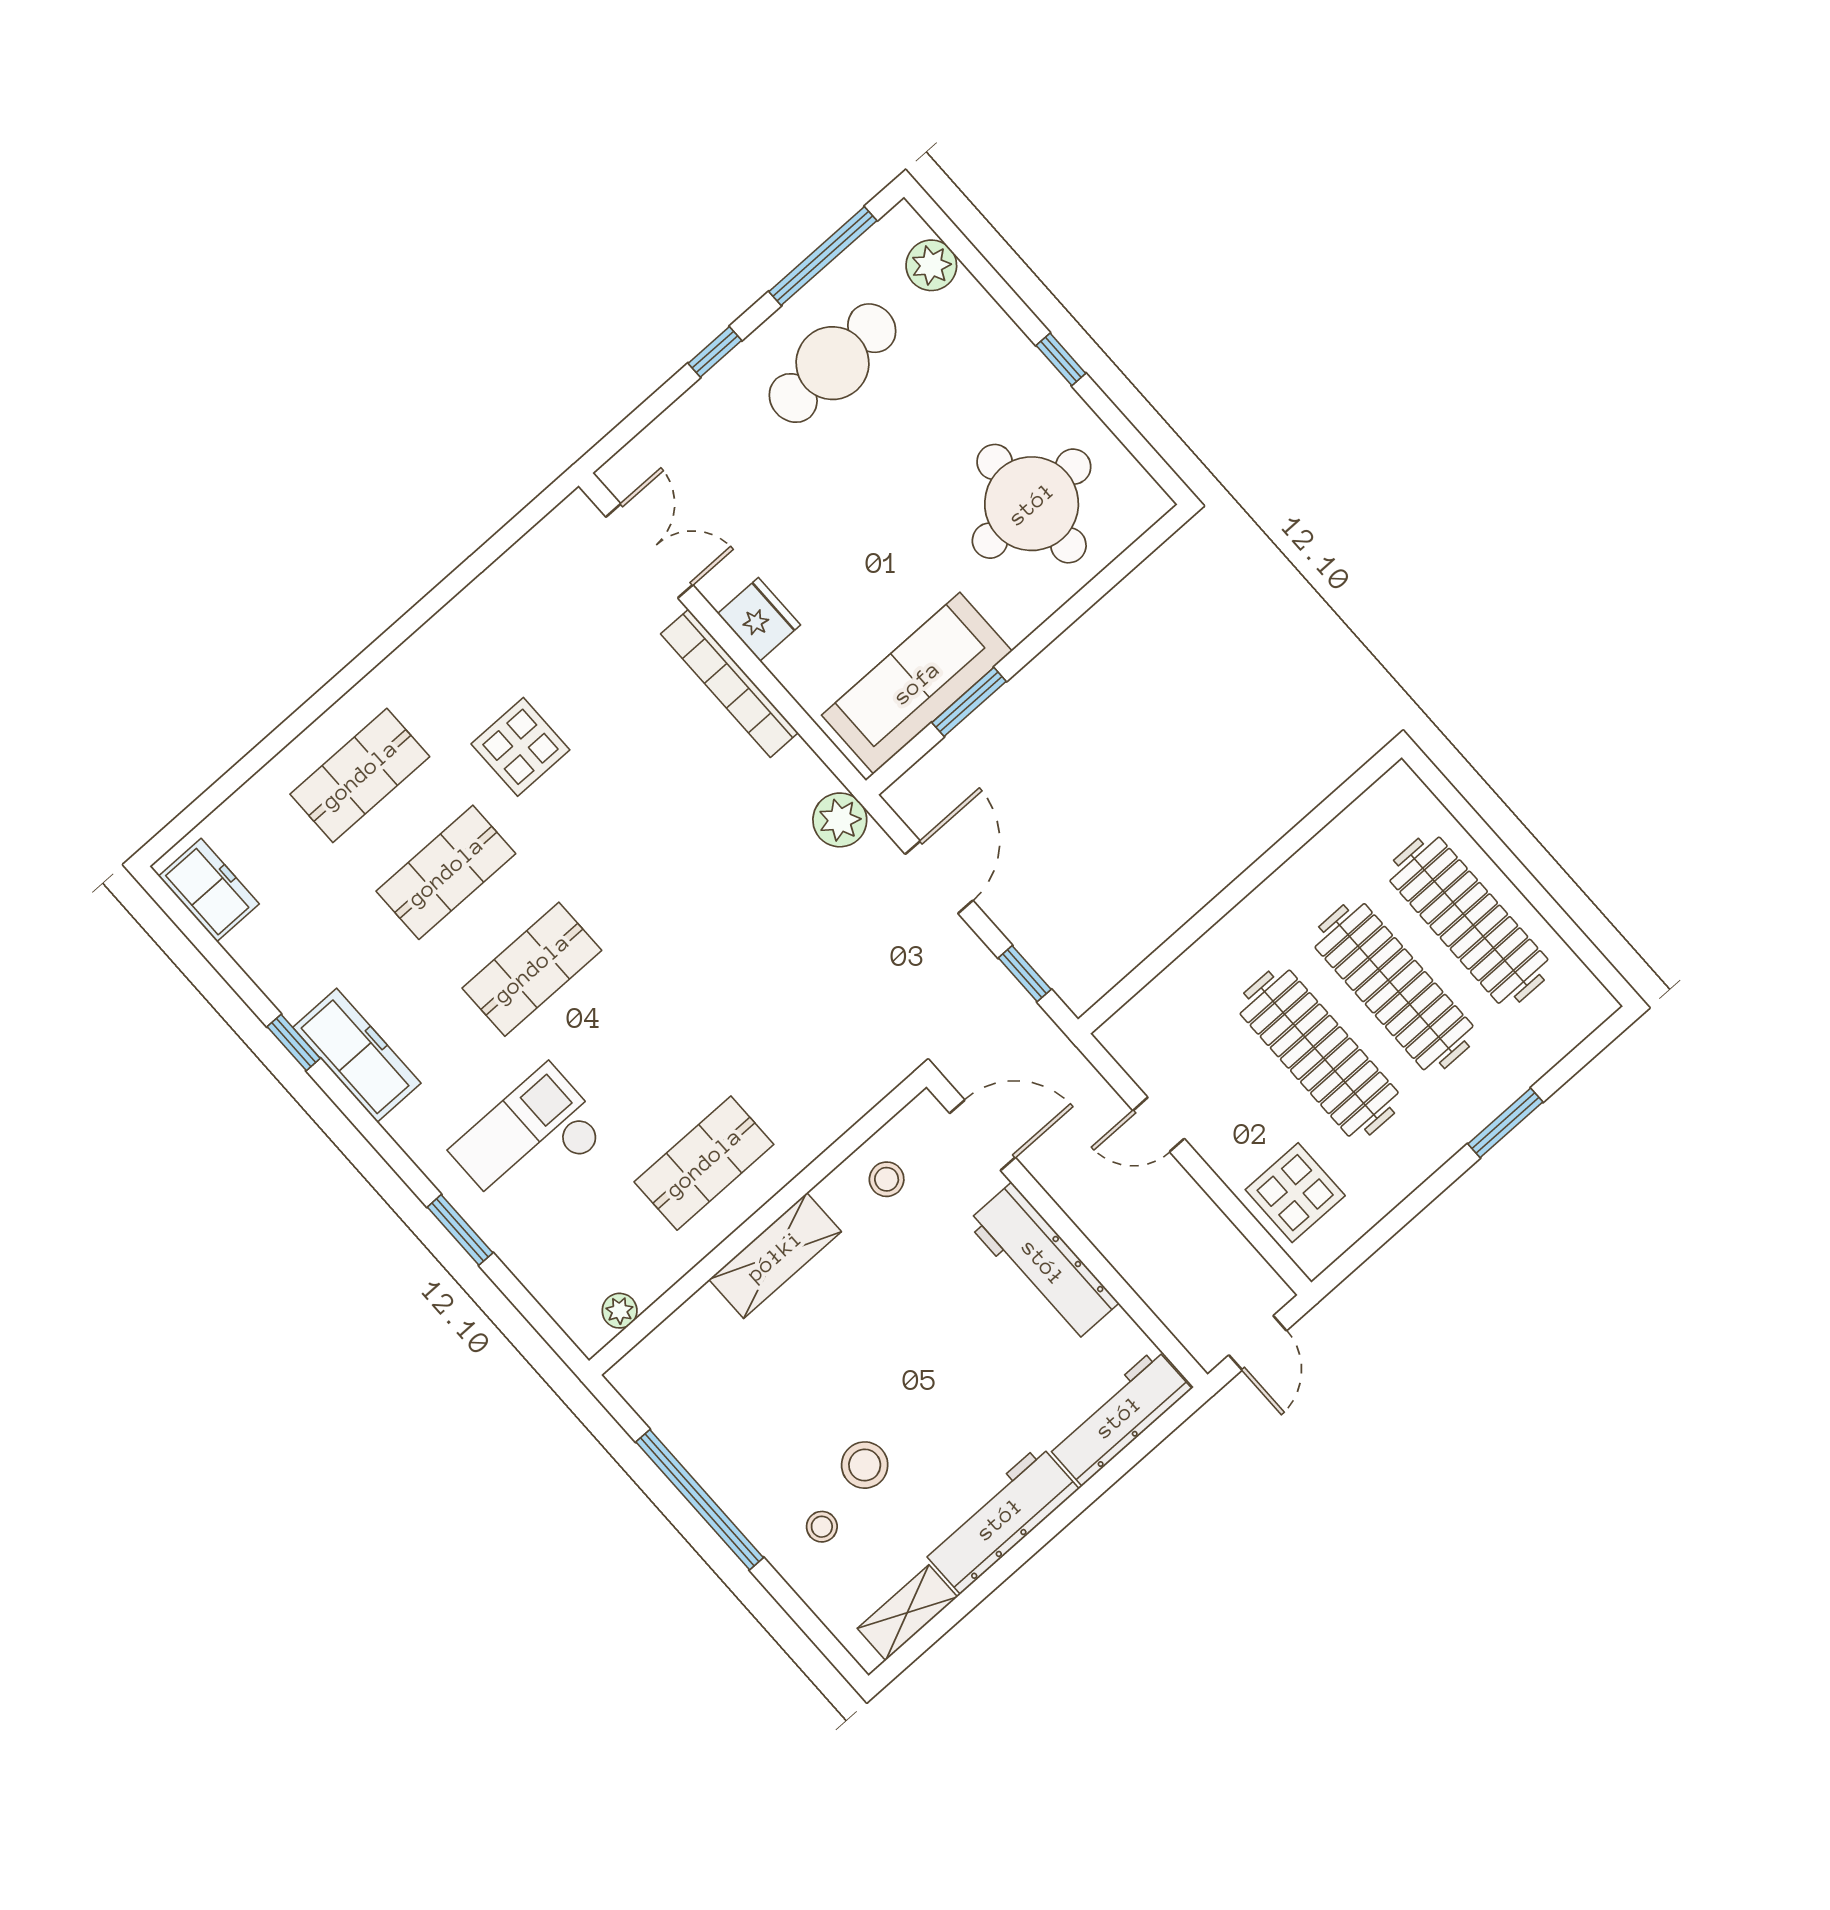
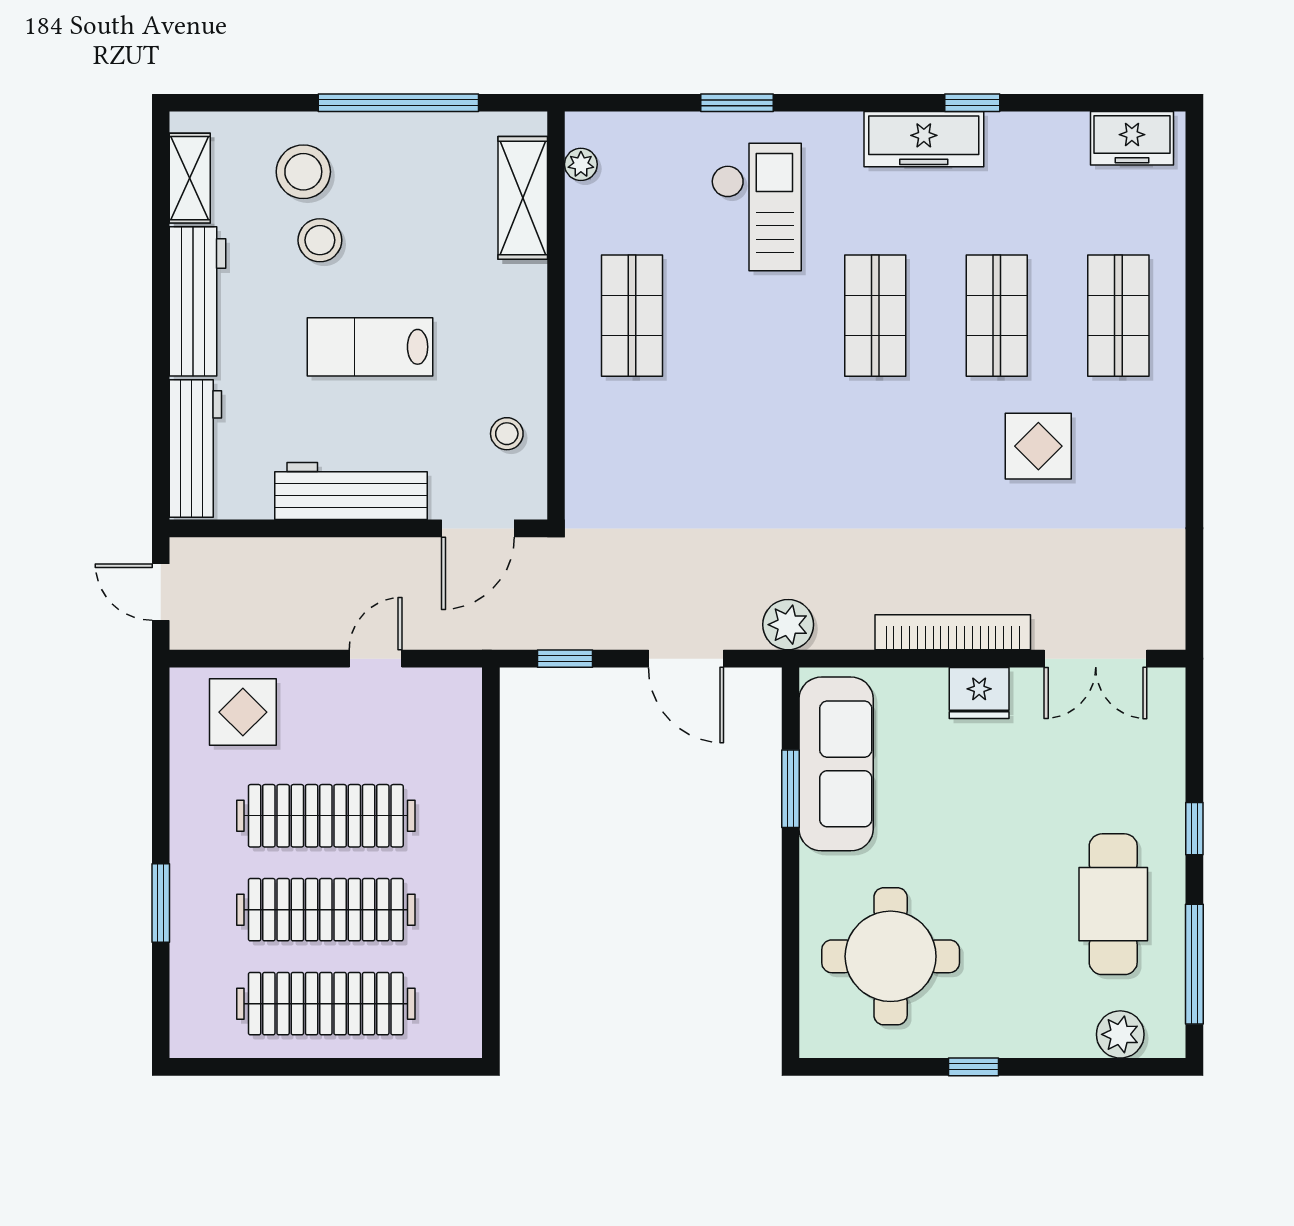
shelving: (775, 1256) -> (523, 198), moved
lab bench: (914, 1350) -> (370, 347), added
stool: (822, 1527) -> (303, 172), width x1.89, depth x1.89

